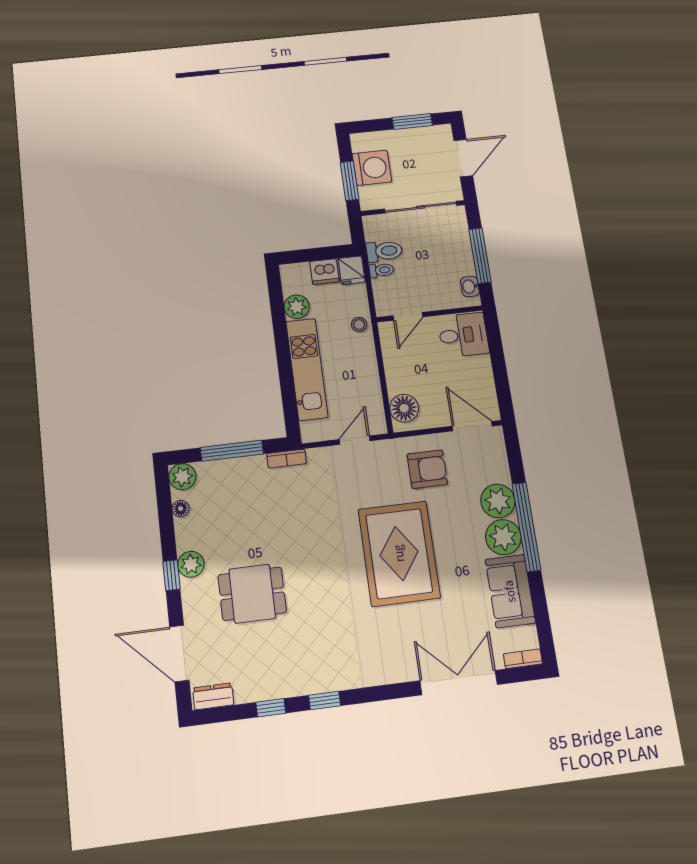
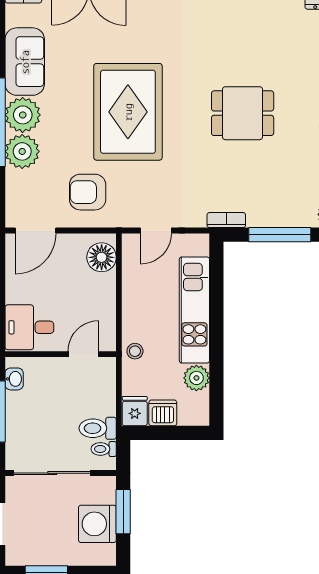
toilet: (381, 270) -> (104, 449), moved
door: (472, 426) -> (35, 231), hinge flipped
dining table: (252, 594) -> (243, 113), moved

